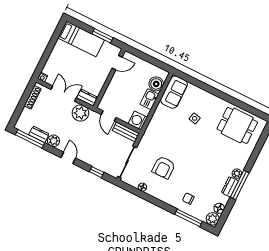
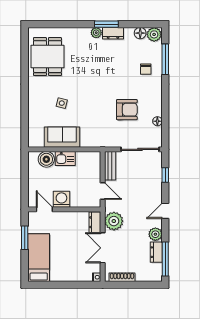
sofa: (174, 92) -> (62, 137), moved
door: (109, 116) -> (103, 191), hinge flipped
washing machine: (138, 120) -> (61, 199), moved, turned 180
window: (240, 185) -> (106, 24), width x0.69

